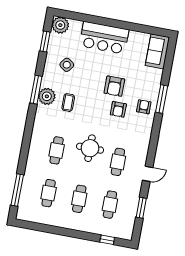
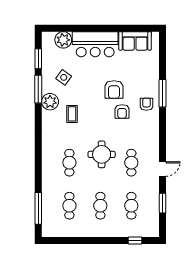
plant: (60, 25) -> (63, 40), moved
sofa: (157, 51) -> (135, 41), moved, turned -90
window: (36, 90) -> (38, 89), moved
plant: (47, 96) -> (50, 102), moved

